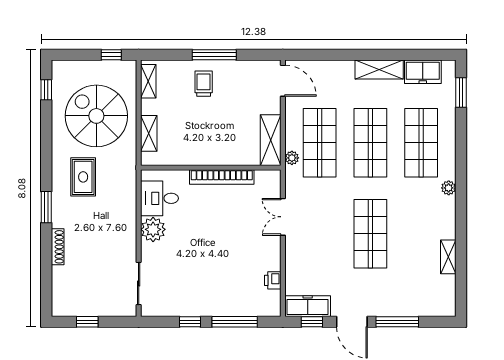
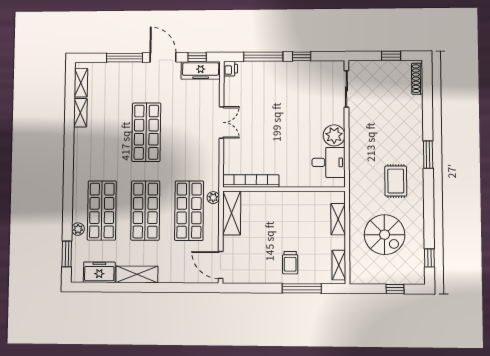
window: (111, 55) -> (395, 289), moved
window: (214, 55) -> (302, 288), moved
spiral stairs: (96, 116) -> (385, 235), width x0.73, depth x0.73
bookcase: (222, 177) -> (251, 181), moved
plant: (449, 188) -> (78, 229), moved
double door: (283, 217) -> (222, 122), moved
shoe rack: (58, 247) -> (417, 79), moved
printer: (273, 280) -> (230, 69), moved
shelving: (448, 292) -> (81, 83), added

